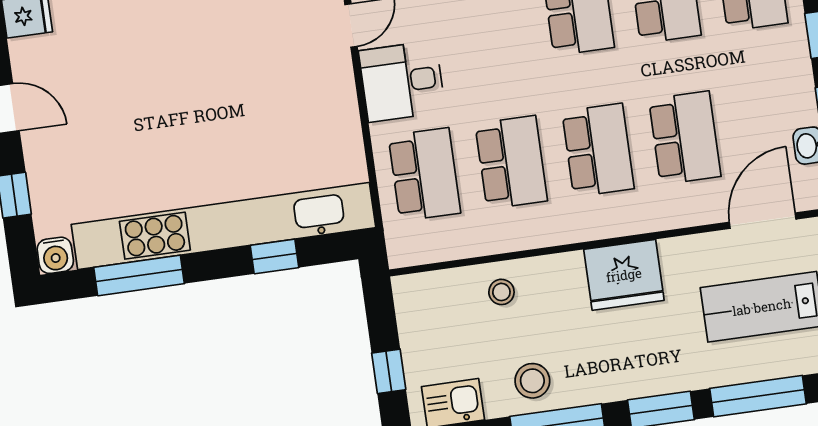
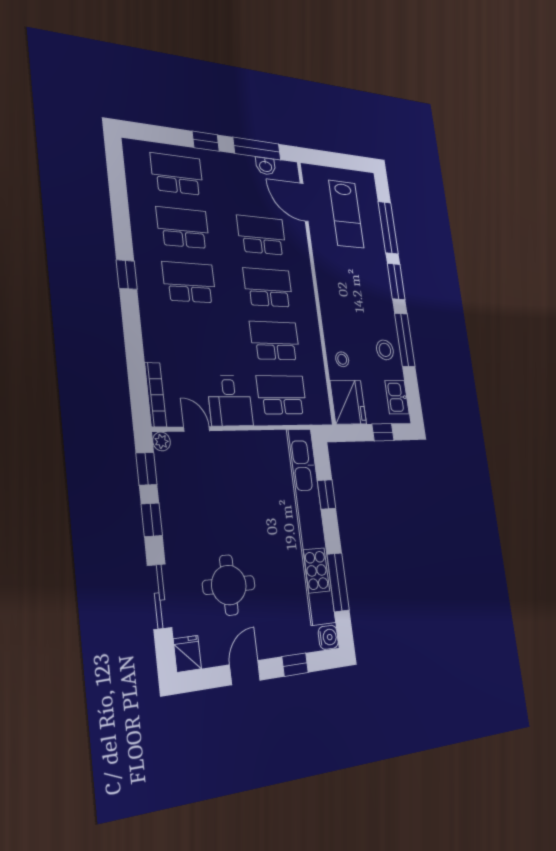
round table: (125, 82) -> (229, 585), added
fridge: (624, 275) -> (348, 402), moved

